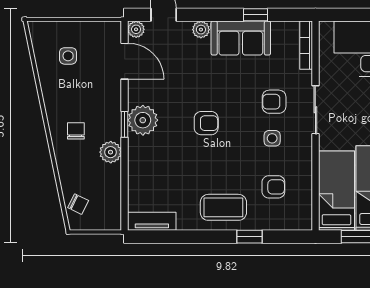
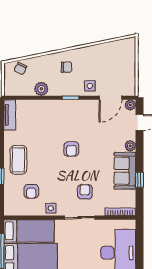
side table: (68, 56) -> (90, 86), moved
plant: (143, 120) -> (73, 109), removed
side table: (272, 138) -> (51, 208), moved
plant: (111, 152) -> (41, 89), moved

